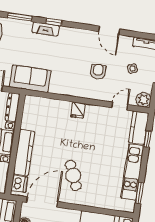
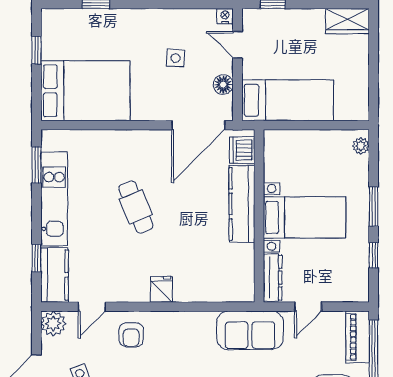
armchair: (98, 72) -> (131, 335), moved
cafe table: (73, 175) -> (136, 207), moved

